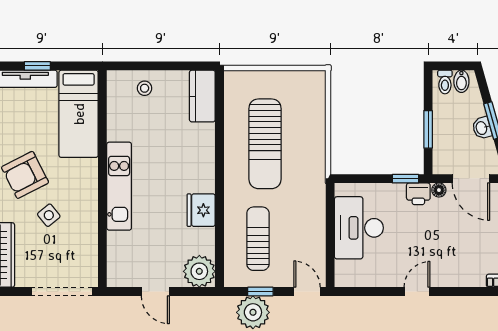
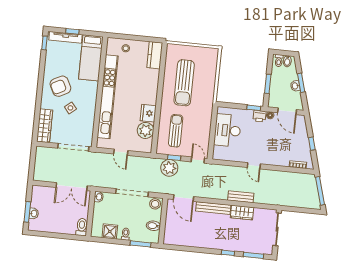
kitchen unit: (119, 186) -> (108, 97), width x1.86
plant: (199, 271) -> (145, 130), moved
door: (417, 292) -> (254, 166), swing flipped

